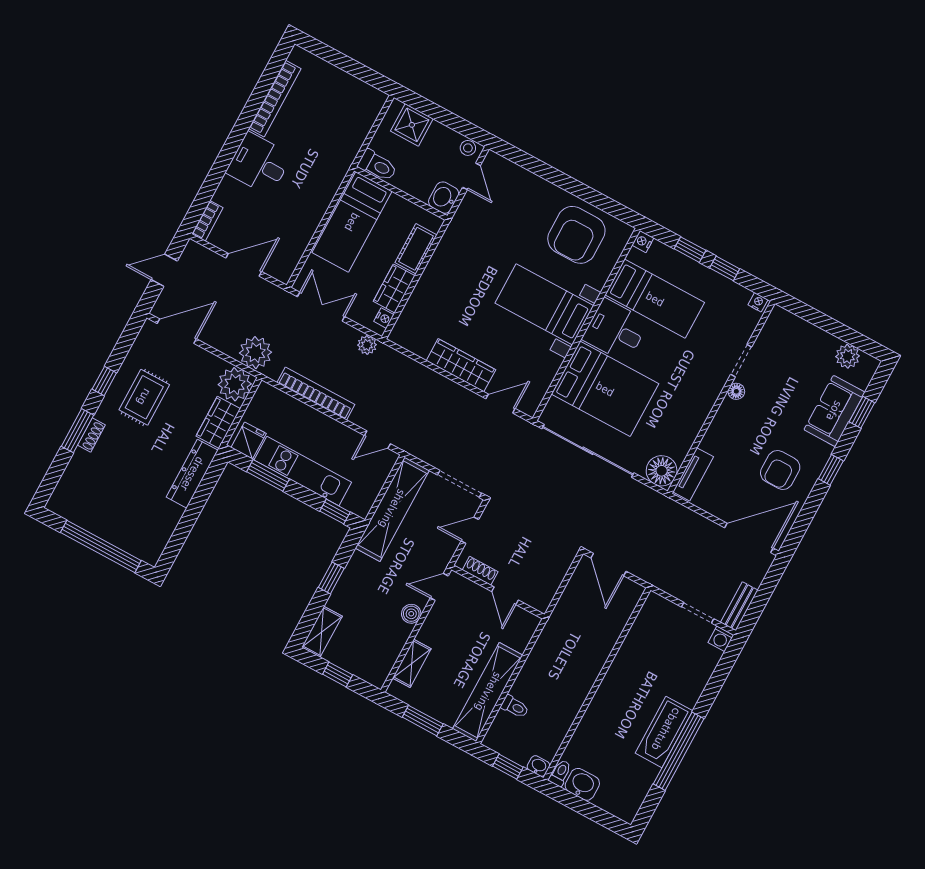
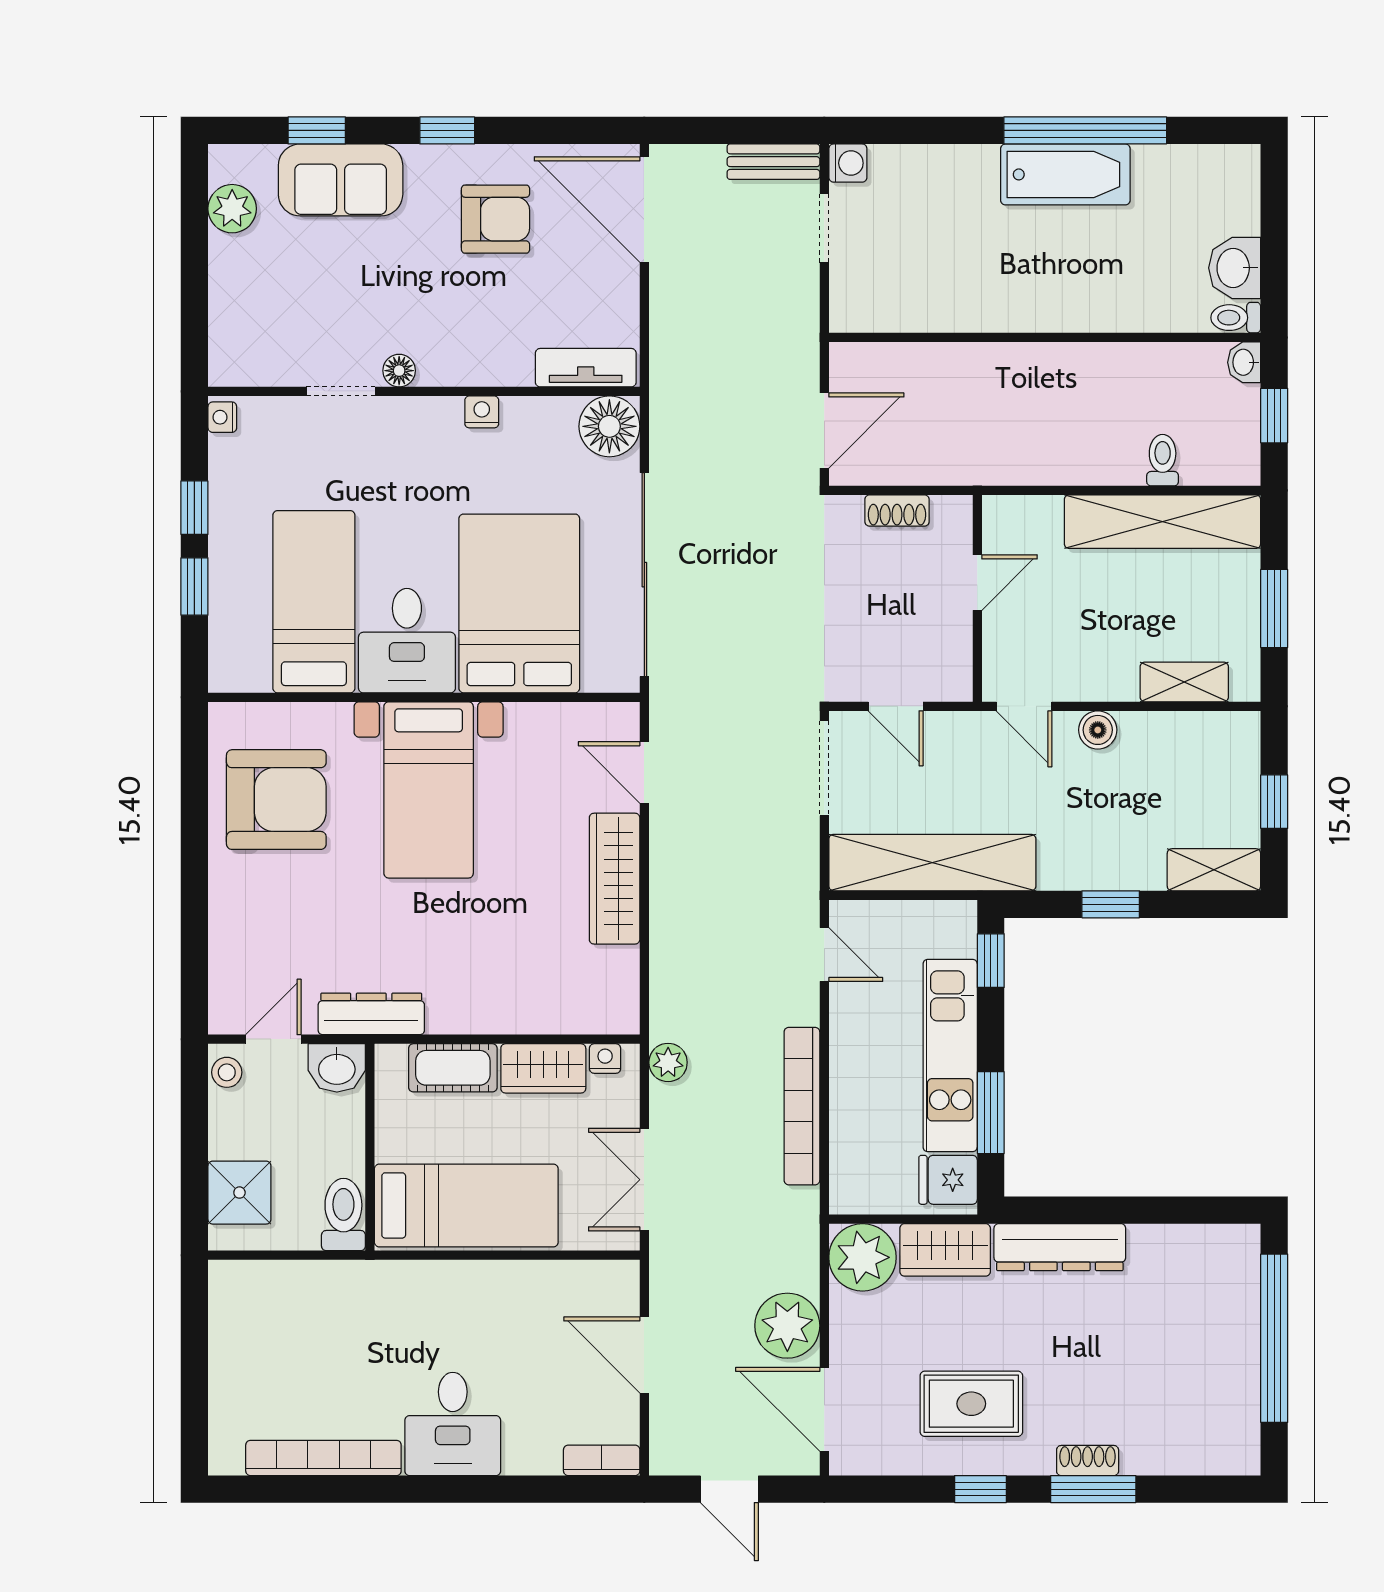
dresser: (459, 226) -> (371, 1014), added
nightstand: (643, 241) -> (482, 412), moved, turned 180
plant: (255, 353) -> (787, 1326), moved
shoe rack: (480, 571) -> (897, 511), moved, turned -90

